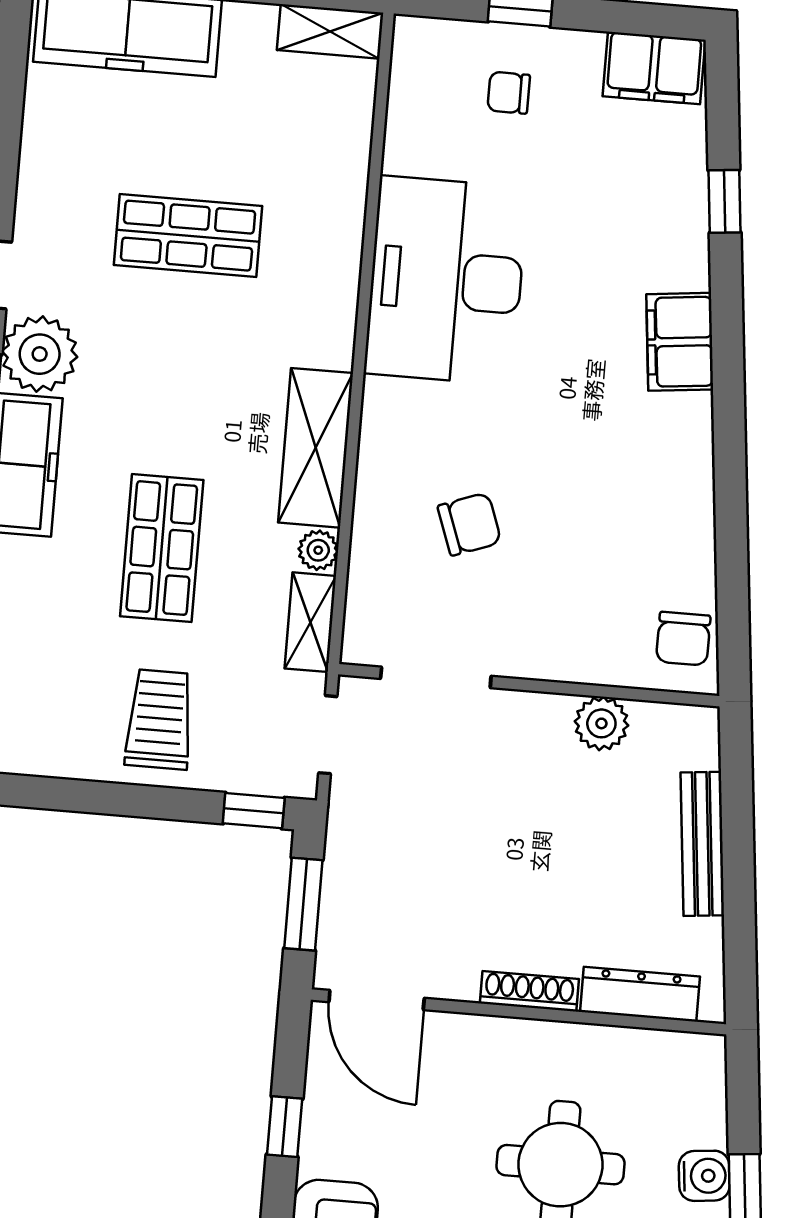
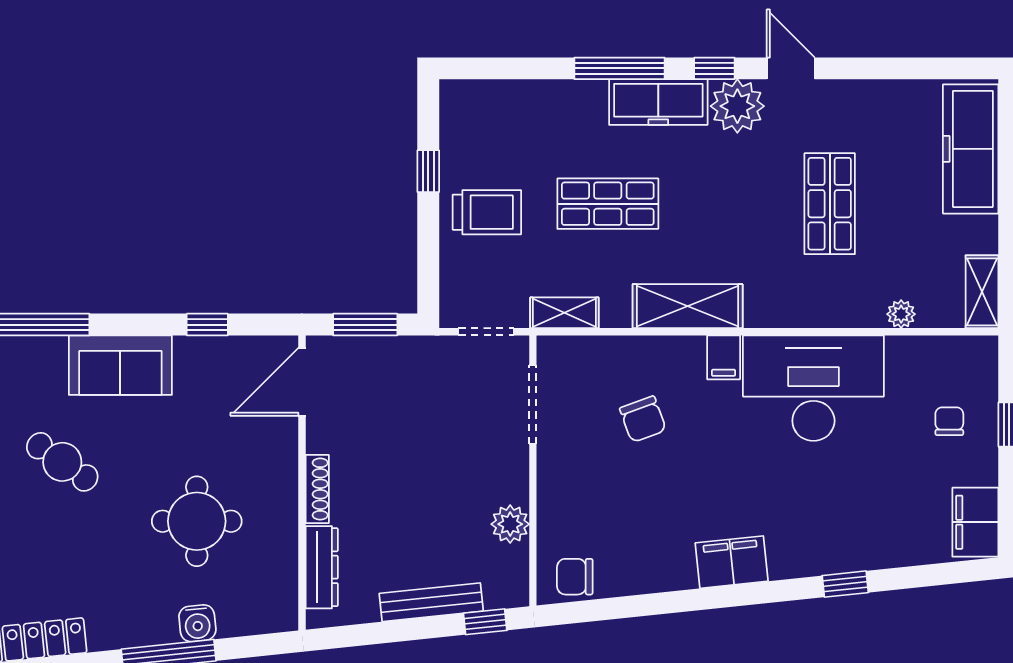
window: (724, 201) -> (845, 584), moved
filing cabinet: (680, 342) -> (732, 562), moved
filing cabinet: (392, 403) -> (724, 357), added
plant: (318, 550) -> (901, 314), moved
window: (736, 770) -> (485, 622), added
window: (254, 811) -> (428, 171), moved

